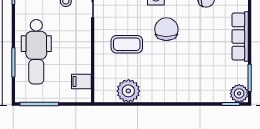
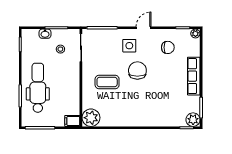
dental chair: (36, 52) -> (38, 88), turned 180
filing cabinet: (81, 81) -> (72, 121), moved
plant: (128, 91) -> (91, 118), moved

